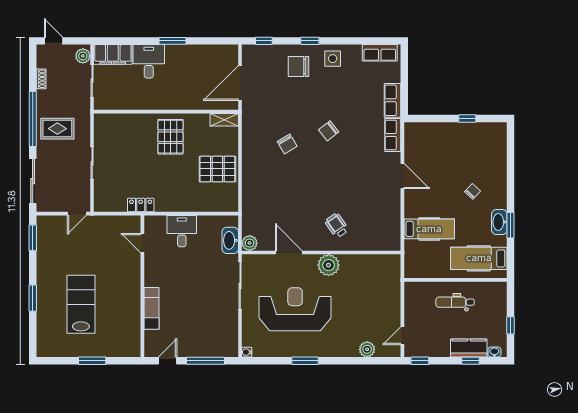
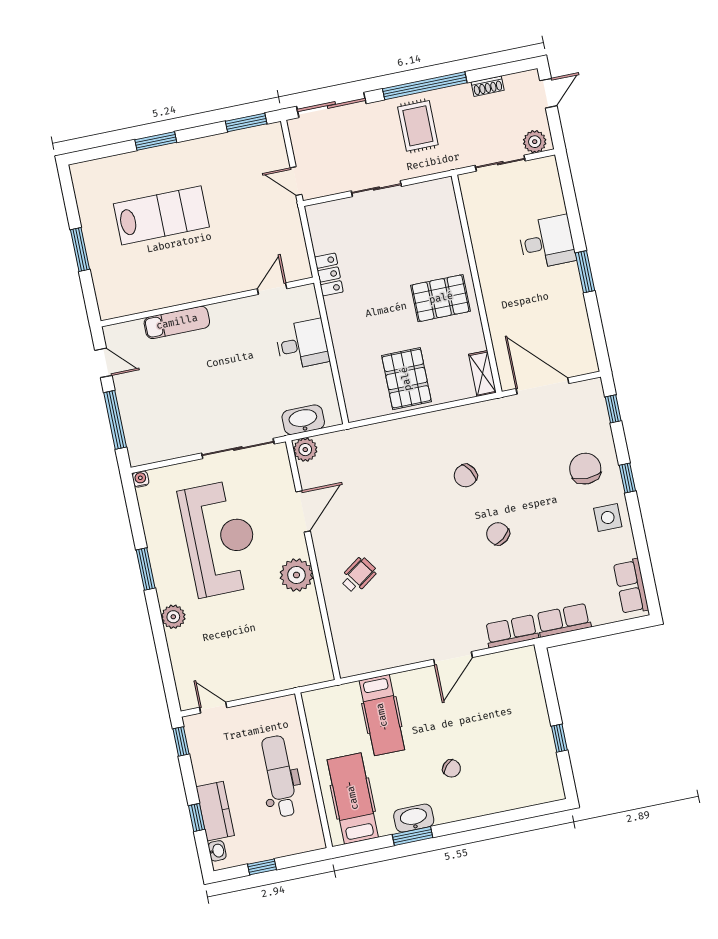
filing cabinet: (113, 54) -> (546, 186), removed
dental chair: (455, 302) -> (280, 776), width x1.36, depth x1.38
plant: (367, 349) -> (173, 617), moved

